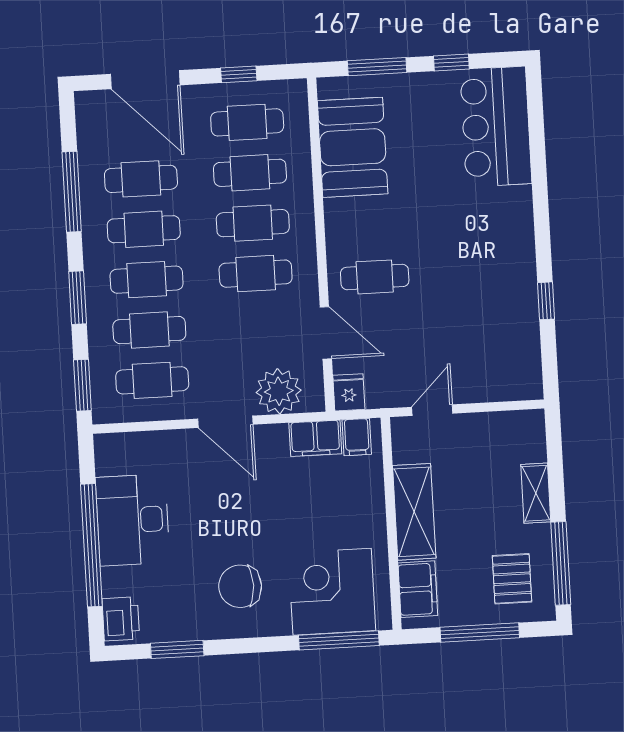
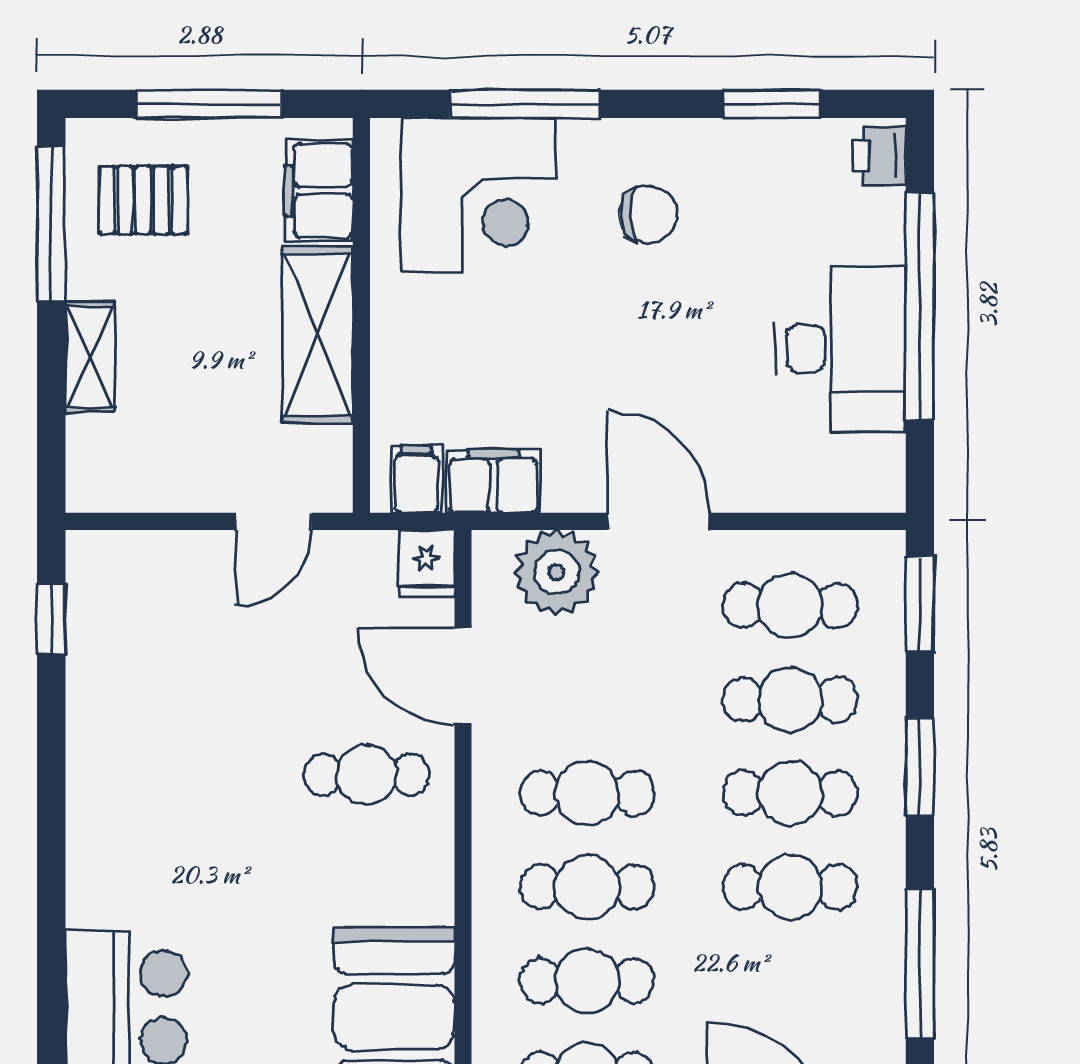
cafe table: (141, 179) -> (790, 981), removed
window: (546, 301) -> (51, 619), moved
pallet: (512, 579) -> (143, 200), turned 90
chair: (240, 586) -> (648, 215), width x0.73, depth x0.73
printer: (121, 619) -> (879, 156), width x0.73, depth x0.81
window: (339, 640) -> (524, 104), moved

